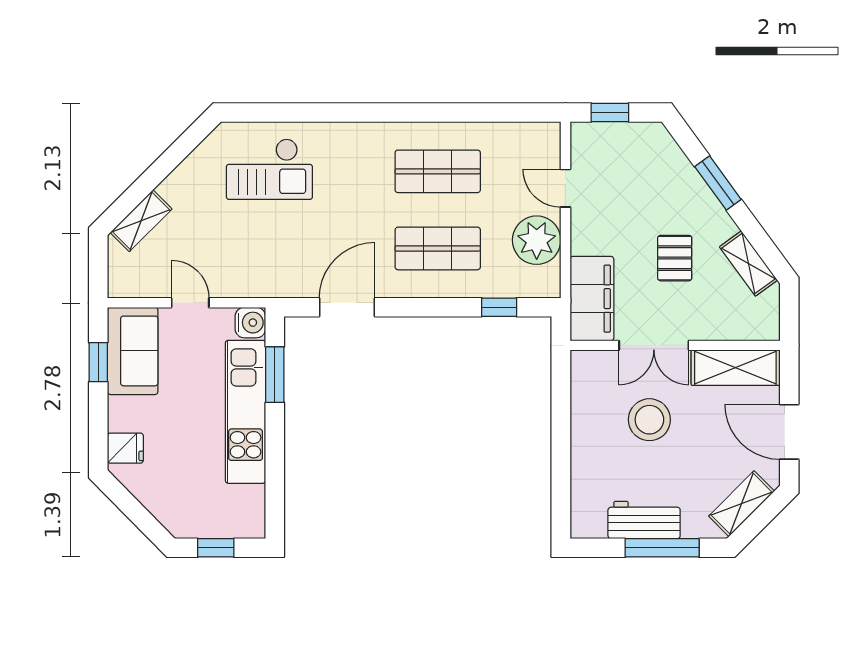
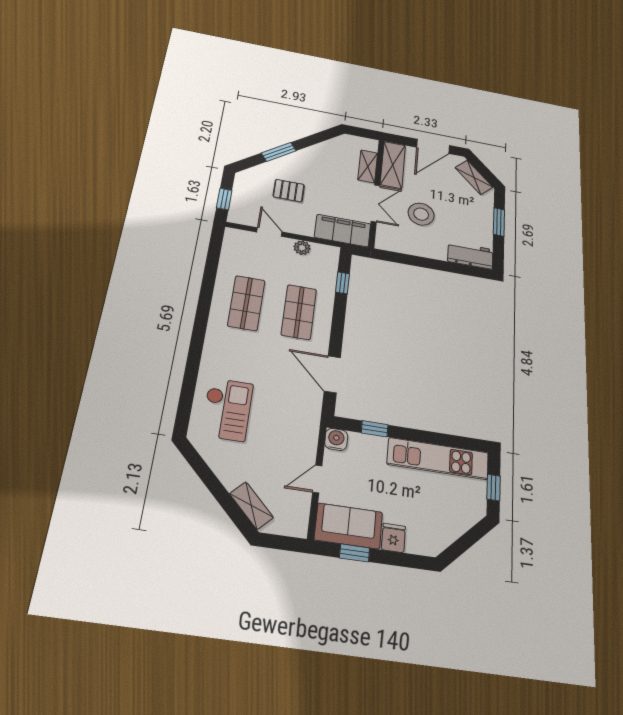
door: (565, 188) -> (269, 232), swing flipped
plant: (537, 240) -> (302, 248), width x0.53, depth x0.53
pallet: (675, 258) -> (289, 191), moved
shelving: (748, 263) -> (368, 166), moved, turned -54
window: (275, 375) -> (375, 429), width x0.67
kitchen unit: (246, 412) -> (438, 459), moved
fridge: (125, 448) -> (393, 538), moved
workbench: (644, 520) -> (470, 255), moved, turned 90
window: (662, 548) -> (499, 222), width x0.69

